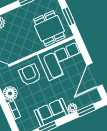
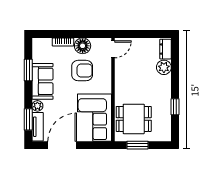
armchair: (30, 75) -> (82, 71), moved
door: (95, 75) -> (62, 145), hinge flipped
tv unit: (89, 101) -> (38, 127), added

